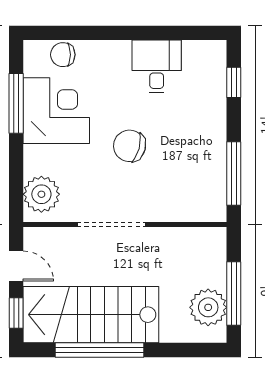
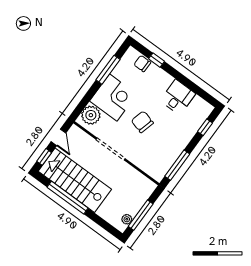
window: (81, 33) -> (156, 60), added
corner desk: (56, 111) -> (113, 98), moved
plant: (208, 307) -> (127, 219), width x0.53, depth x0.53

